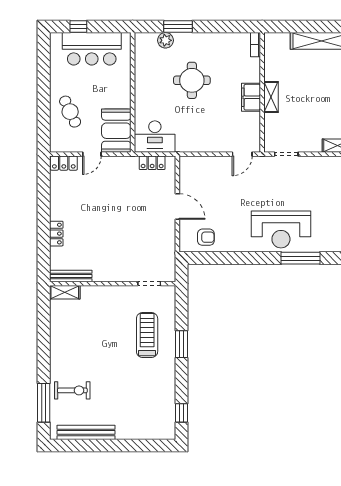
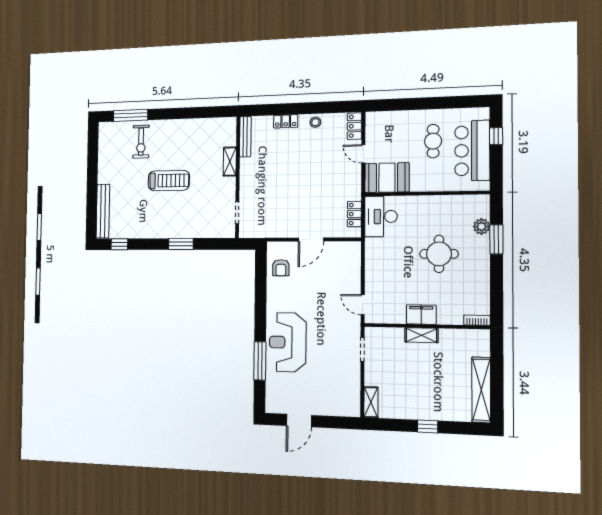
cafe table: (70, 112) -> (433, 141), moved, turned -65
stool: (58, 203) -> (315, 122), added
shelving: (65, 292) -> (230, 162), moved
treadmill: (147, 335) -> (169, 181), moved
bench: (86, 432) -> (103, 211), moved

